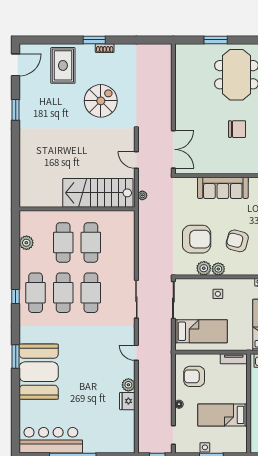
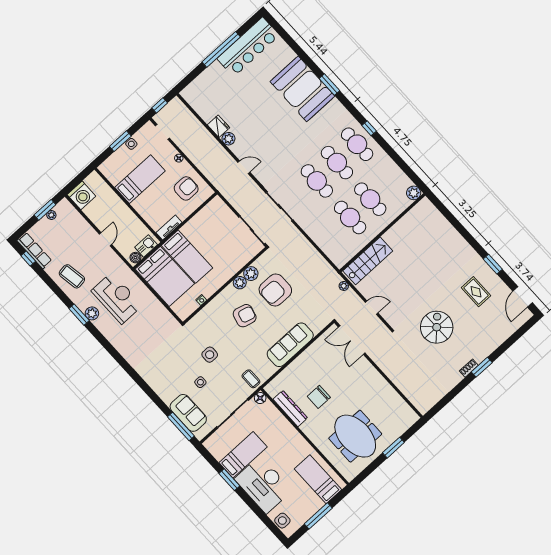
rug: (63, 65) -> (476, 292), moved, width x0.73, depth x0.70
spiral stairs: (101, 101) -> (437, 327), turned 180
stairs: (98, 193) -> (368, 261), width x0.73, depth x0.66
plant: (26, 243) -> (414, 193), moved
side table: (218, 294) -> (224, 264), removed
bed: (201, 331) -> (187, 257), moved, turned -90

